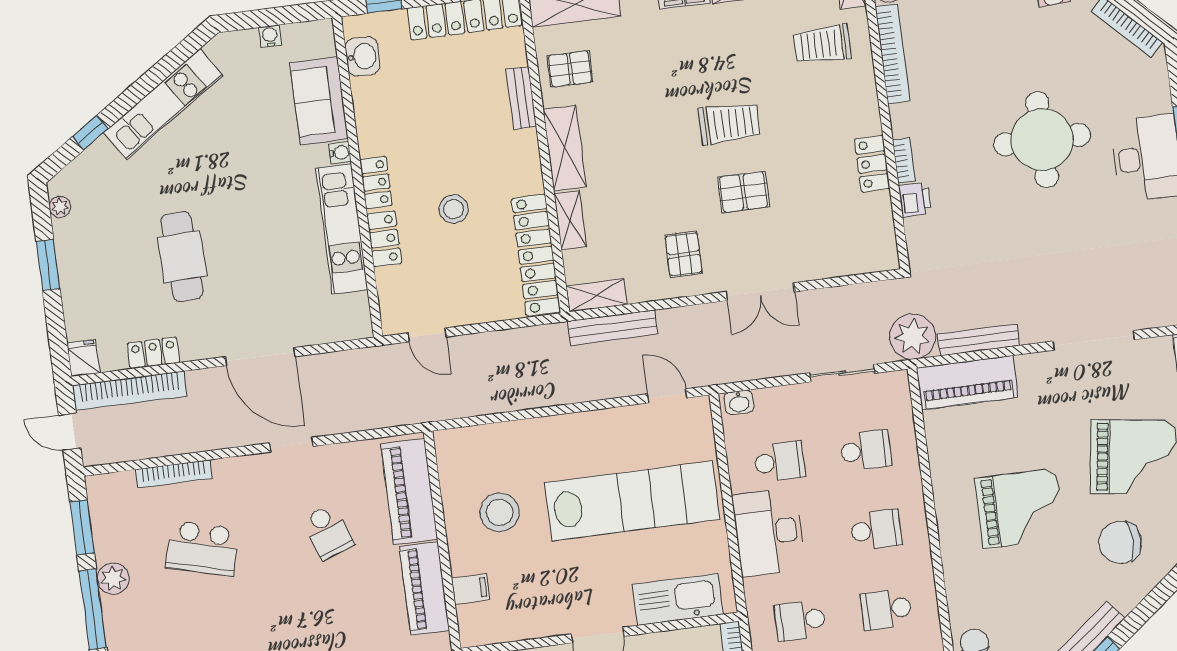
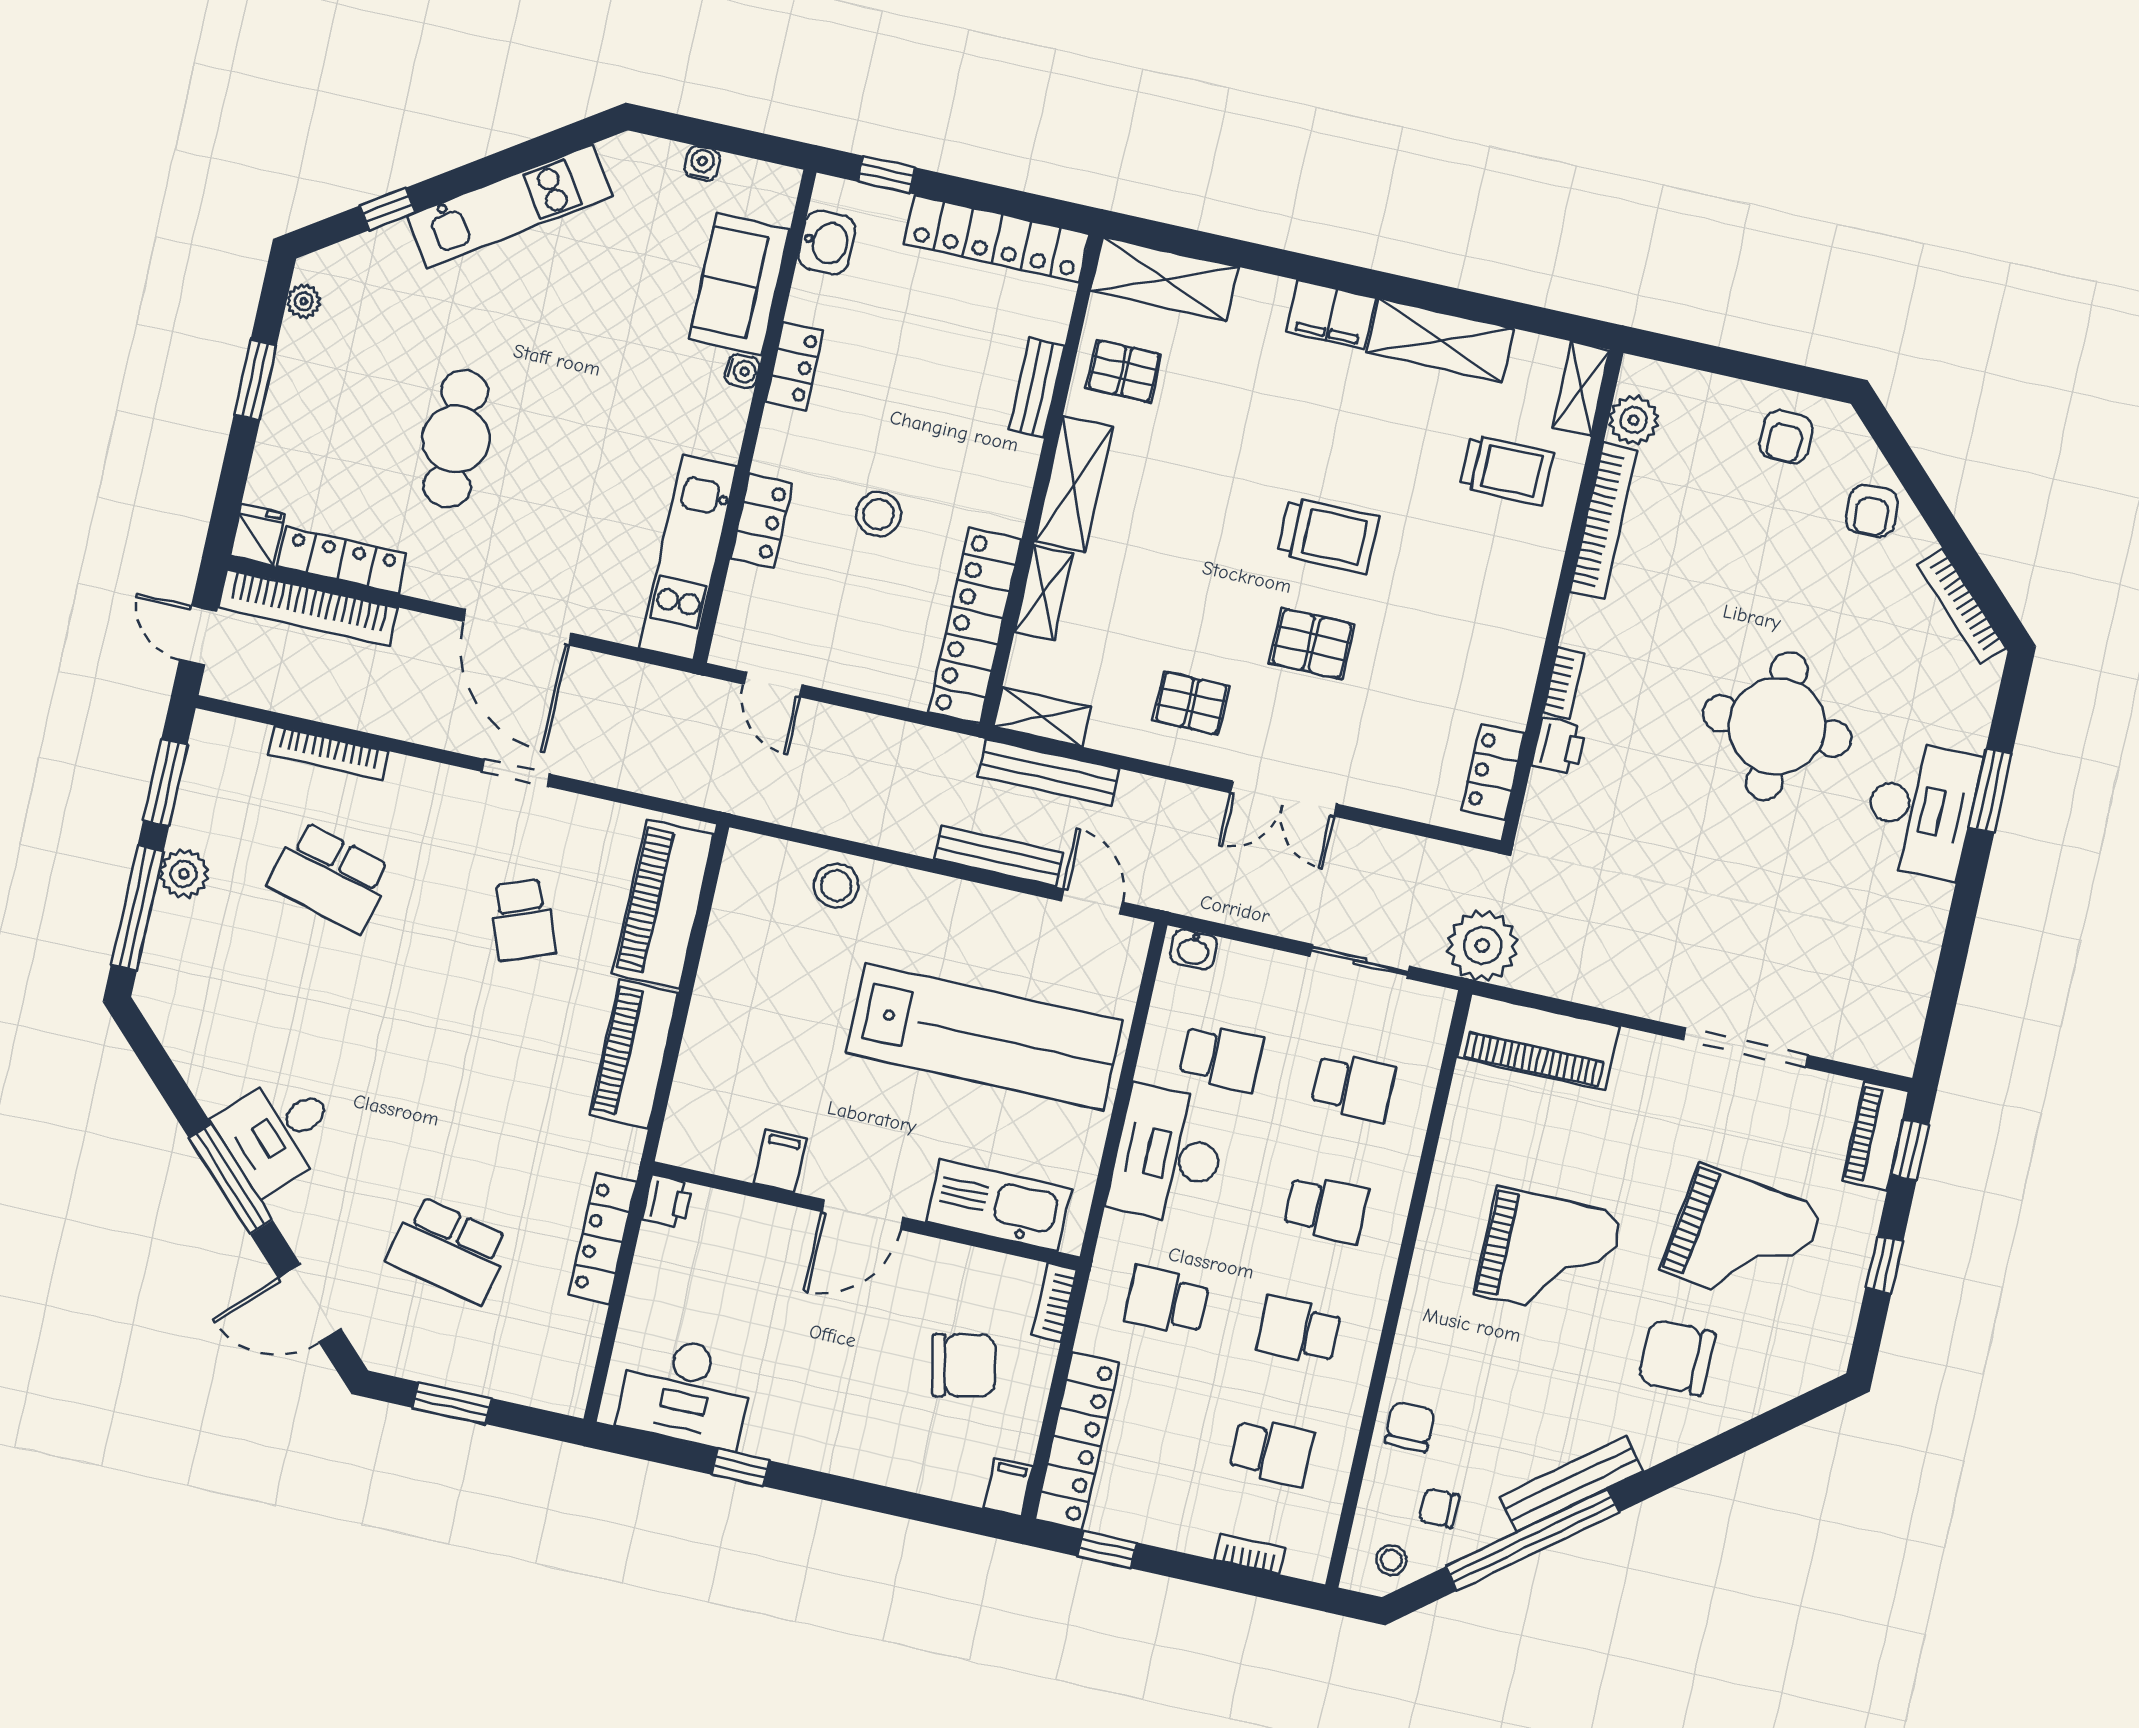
trolley: (822, 44) -> (1506, 470), turned 180
locker: (872, 164) -> (1493, 772), moved
locker: (376, 182) -> (794, 366), moved
kitchen unit: (342, 229) -> (688, 557), moved
pallet: (684, 254) -> (1191, 703), turned 90
bench: (978, 340) -> (999, 856), moved
locker: (153, 353) -> (342, 560), width x1.53
stool: (500, 512) -> (836, 886), moved, width x0.73, depth x0.73
filing cabinet: (471, 589) -> (780, 1161), moved, turned -90

